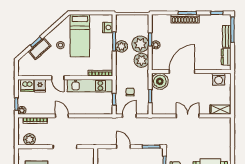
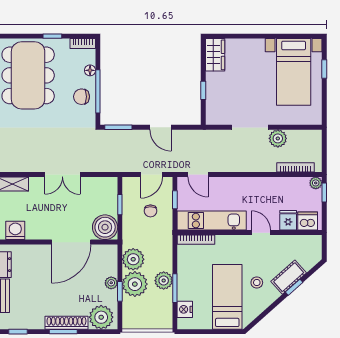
plant: (162, 22) -> (101, 317), added
door: (62, 116) -> (198, 174), moved
plant: (30, 139) -> (278, 138), moved

